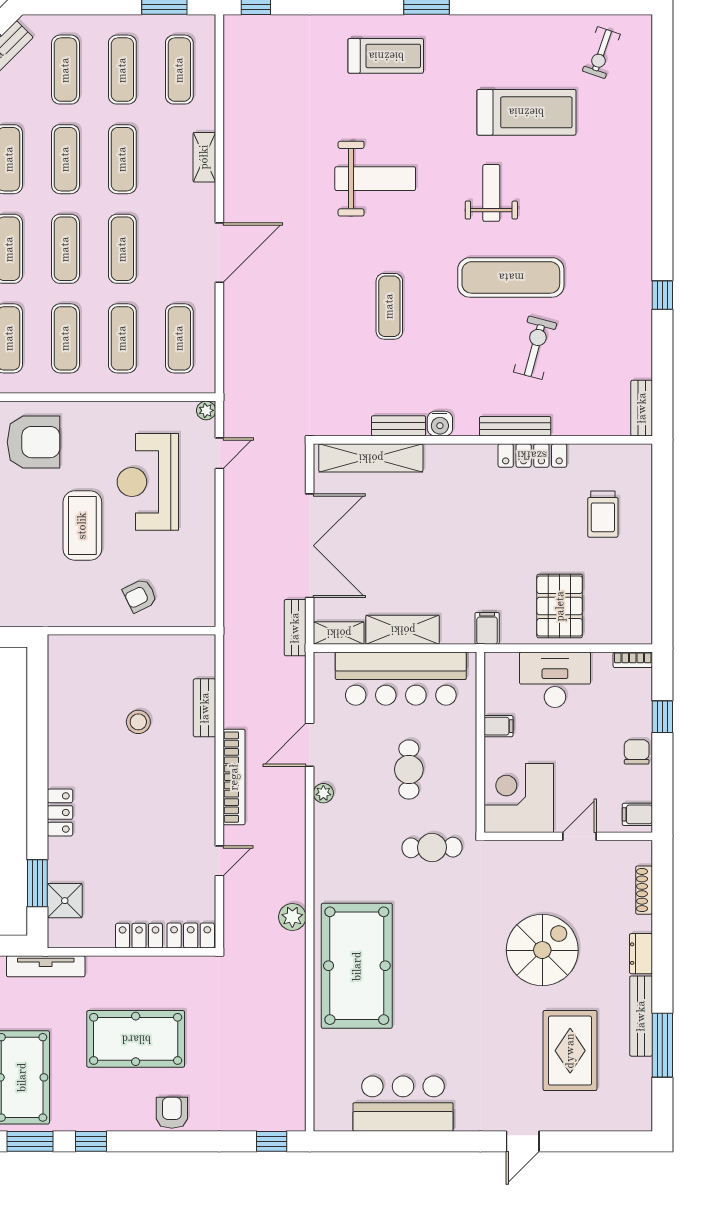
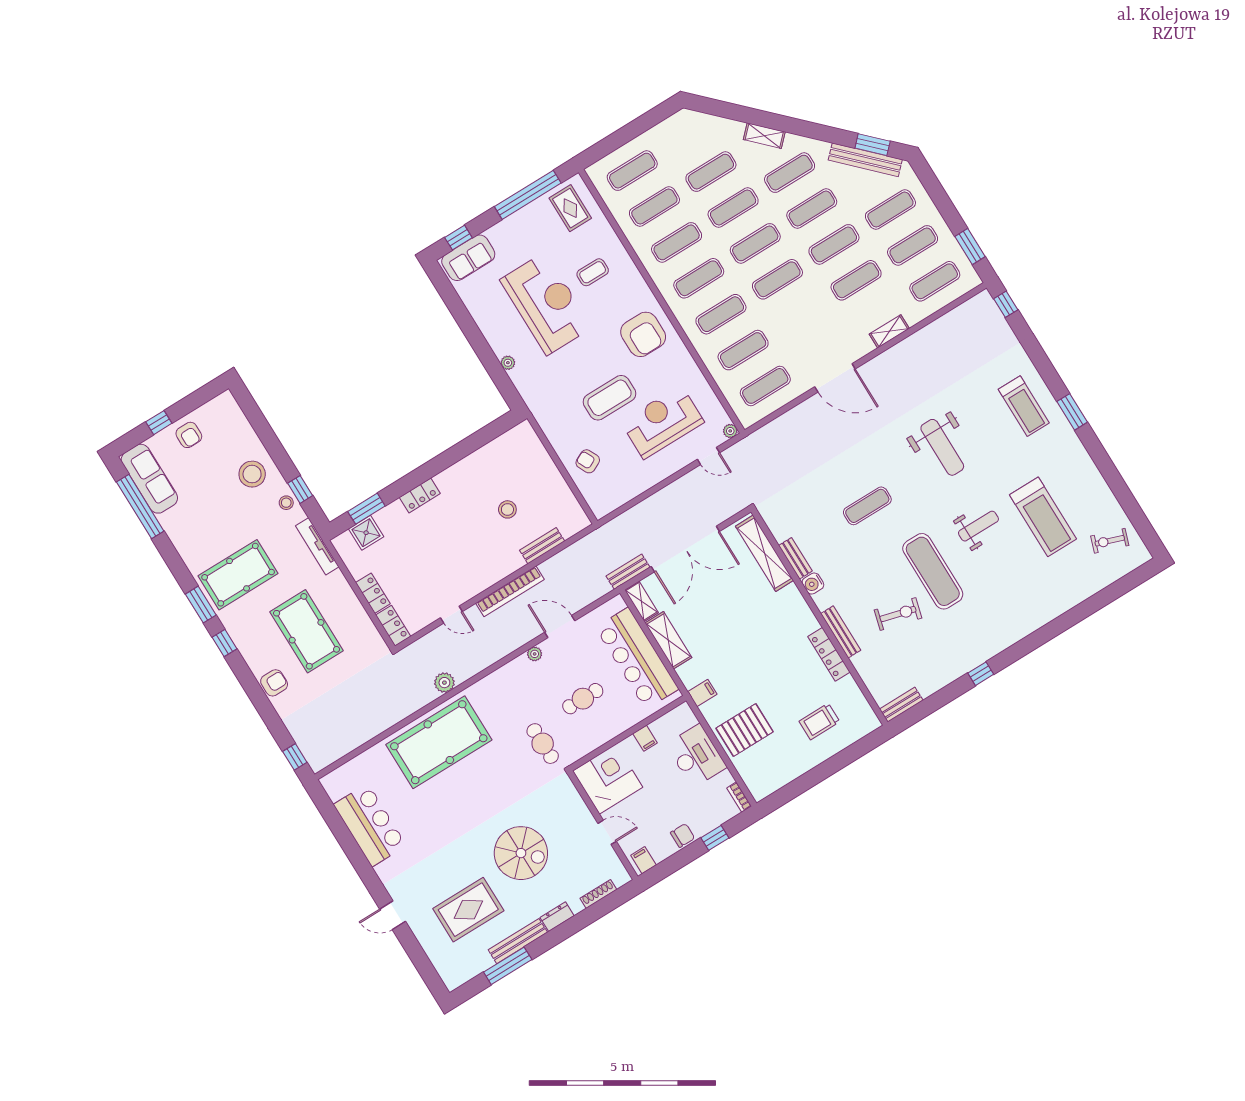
exercise mat: (122, 249) -> (800, 315), removed

